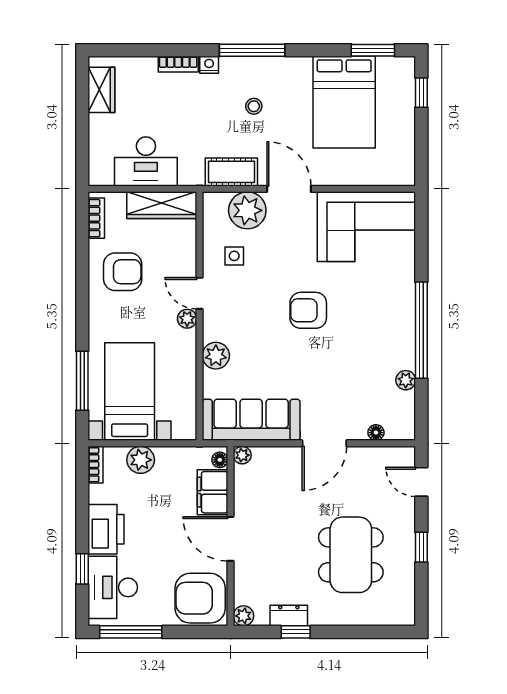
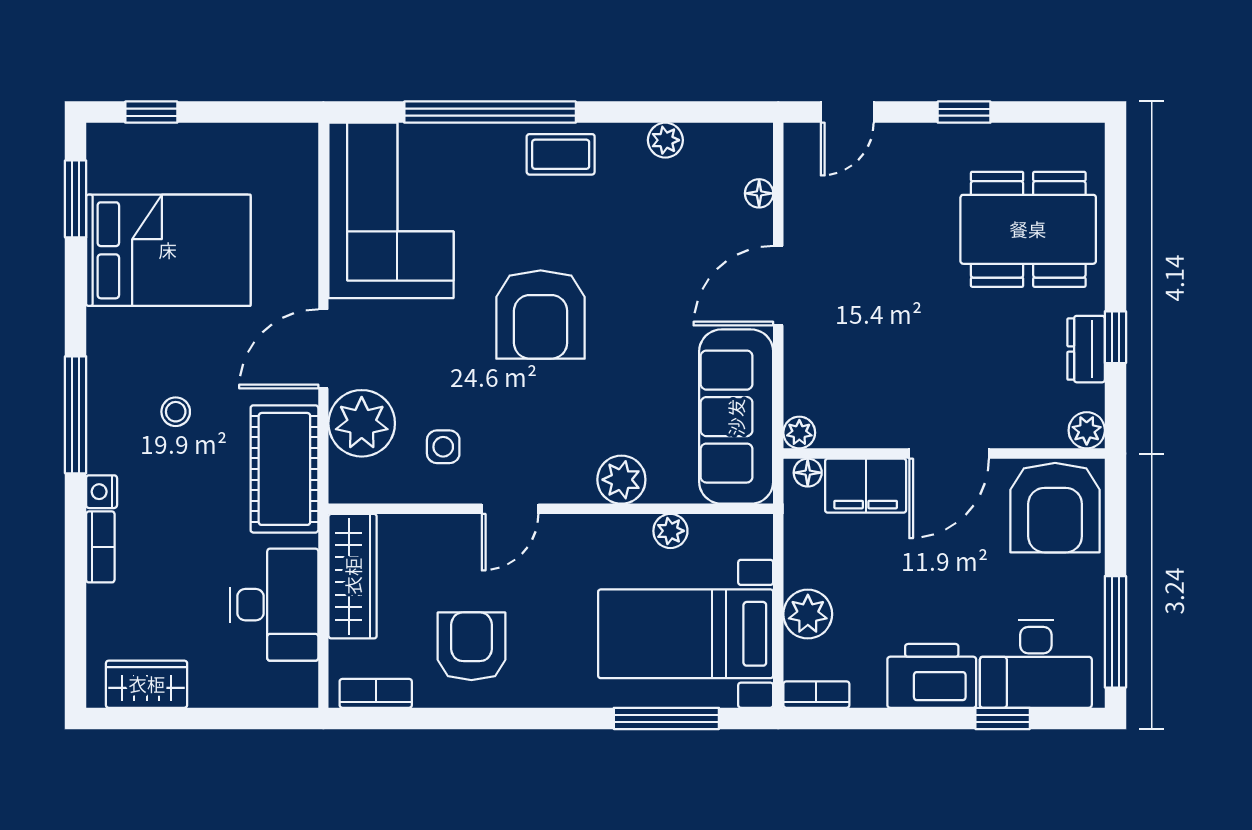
cot: (231, 172) -> (284, 469), width x1.37, depth x1.34
armchair: (308, 310) -> (541, 314), width x1.36, depth x1.36
plant: (187, 319) -> (670, 531), moved
coffee table: (398, 322) -> (561, 154), added
window: (421, 330) -> (490, 112), moved
door: (324, 443) -> (778, 286), swing flipped
dining table: (351, 555) -> (1028, 229), moved

